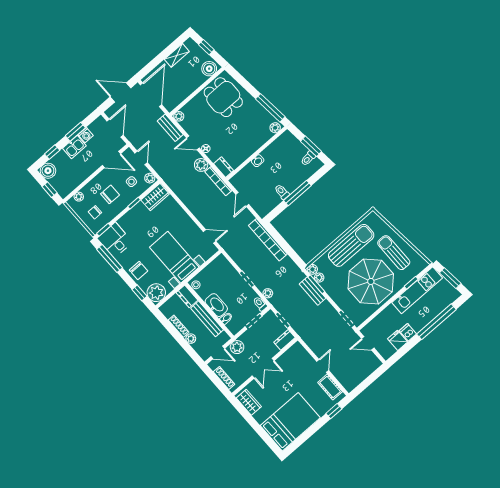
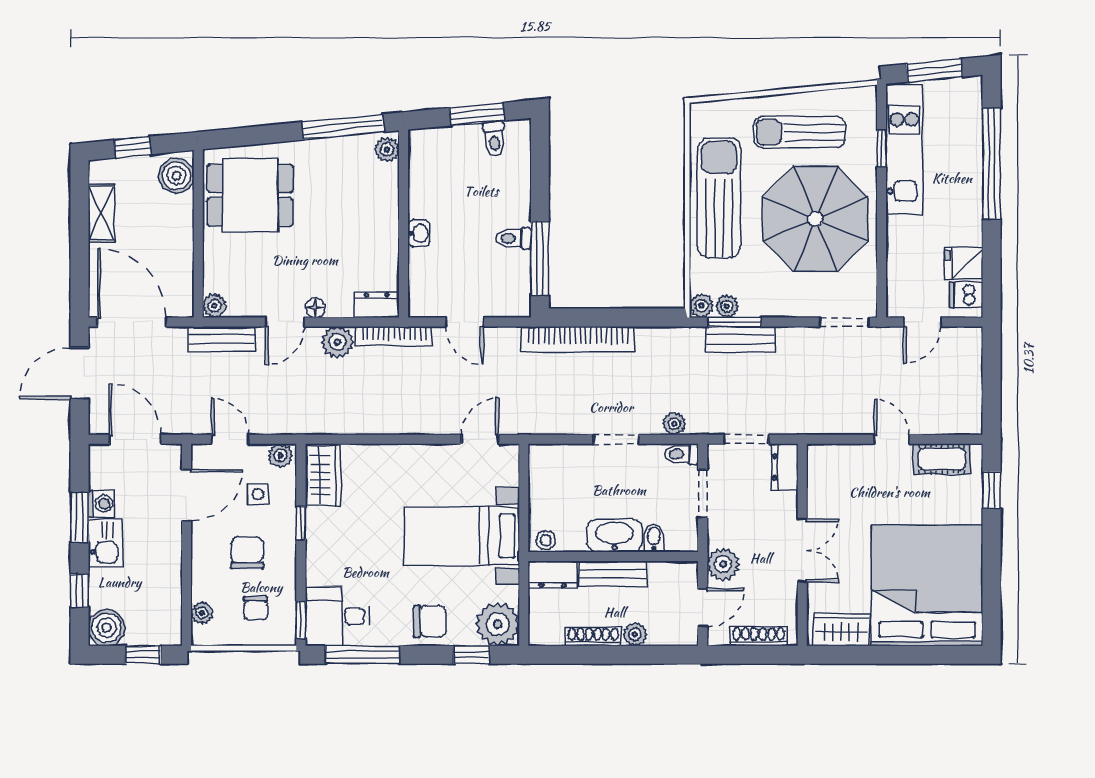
window: (297, 193) -> (540, 259), moved
bench: (207, 319) -> (613, 574), width x0.73
dishwasher: (408, 332) -> (966, 295), moved
bed: (290, 422) -> (927, 586), width x1.36

